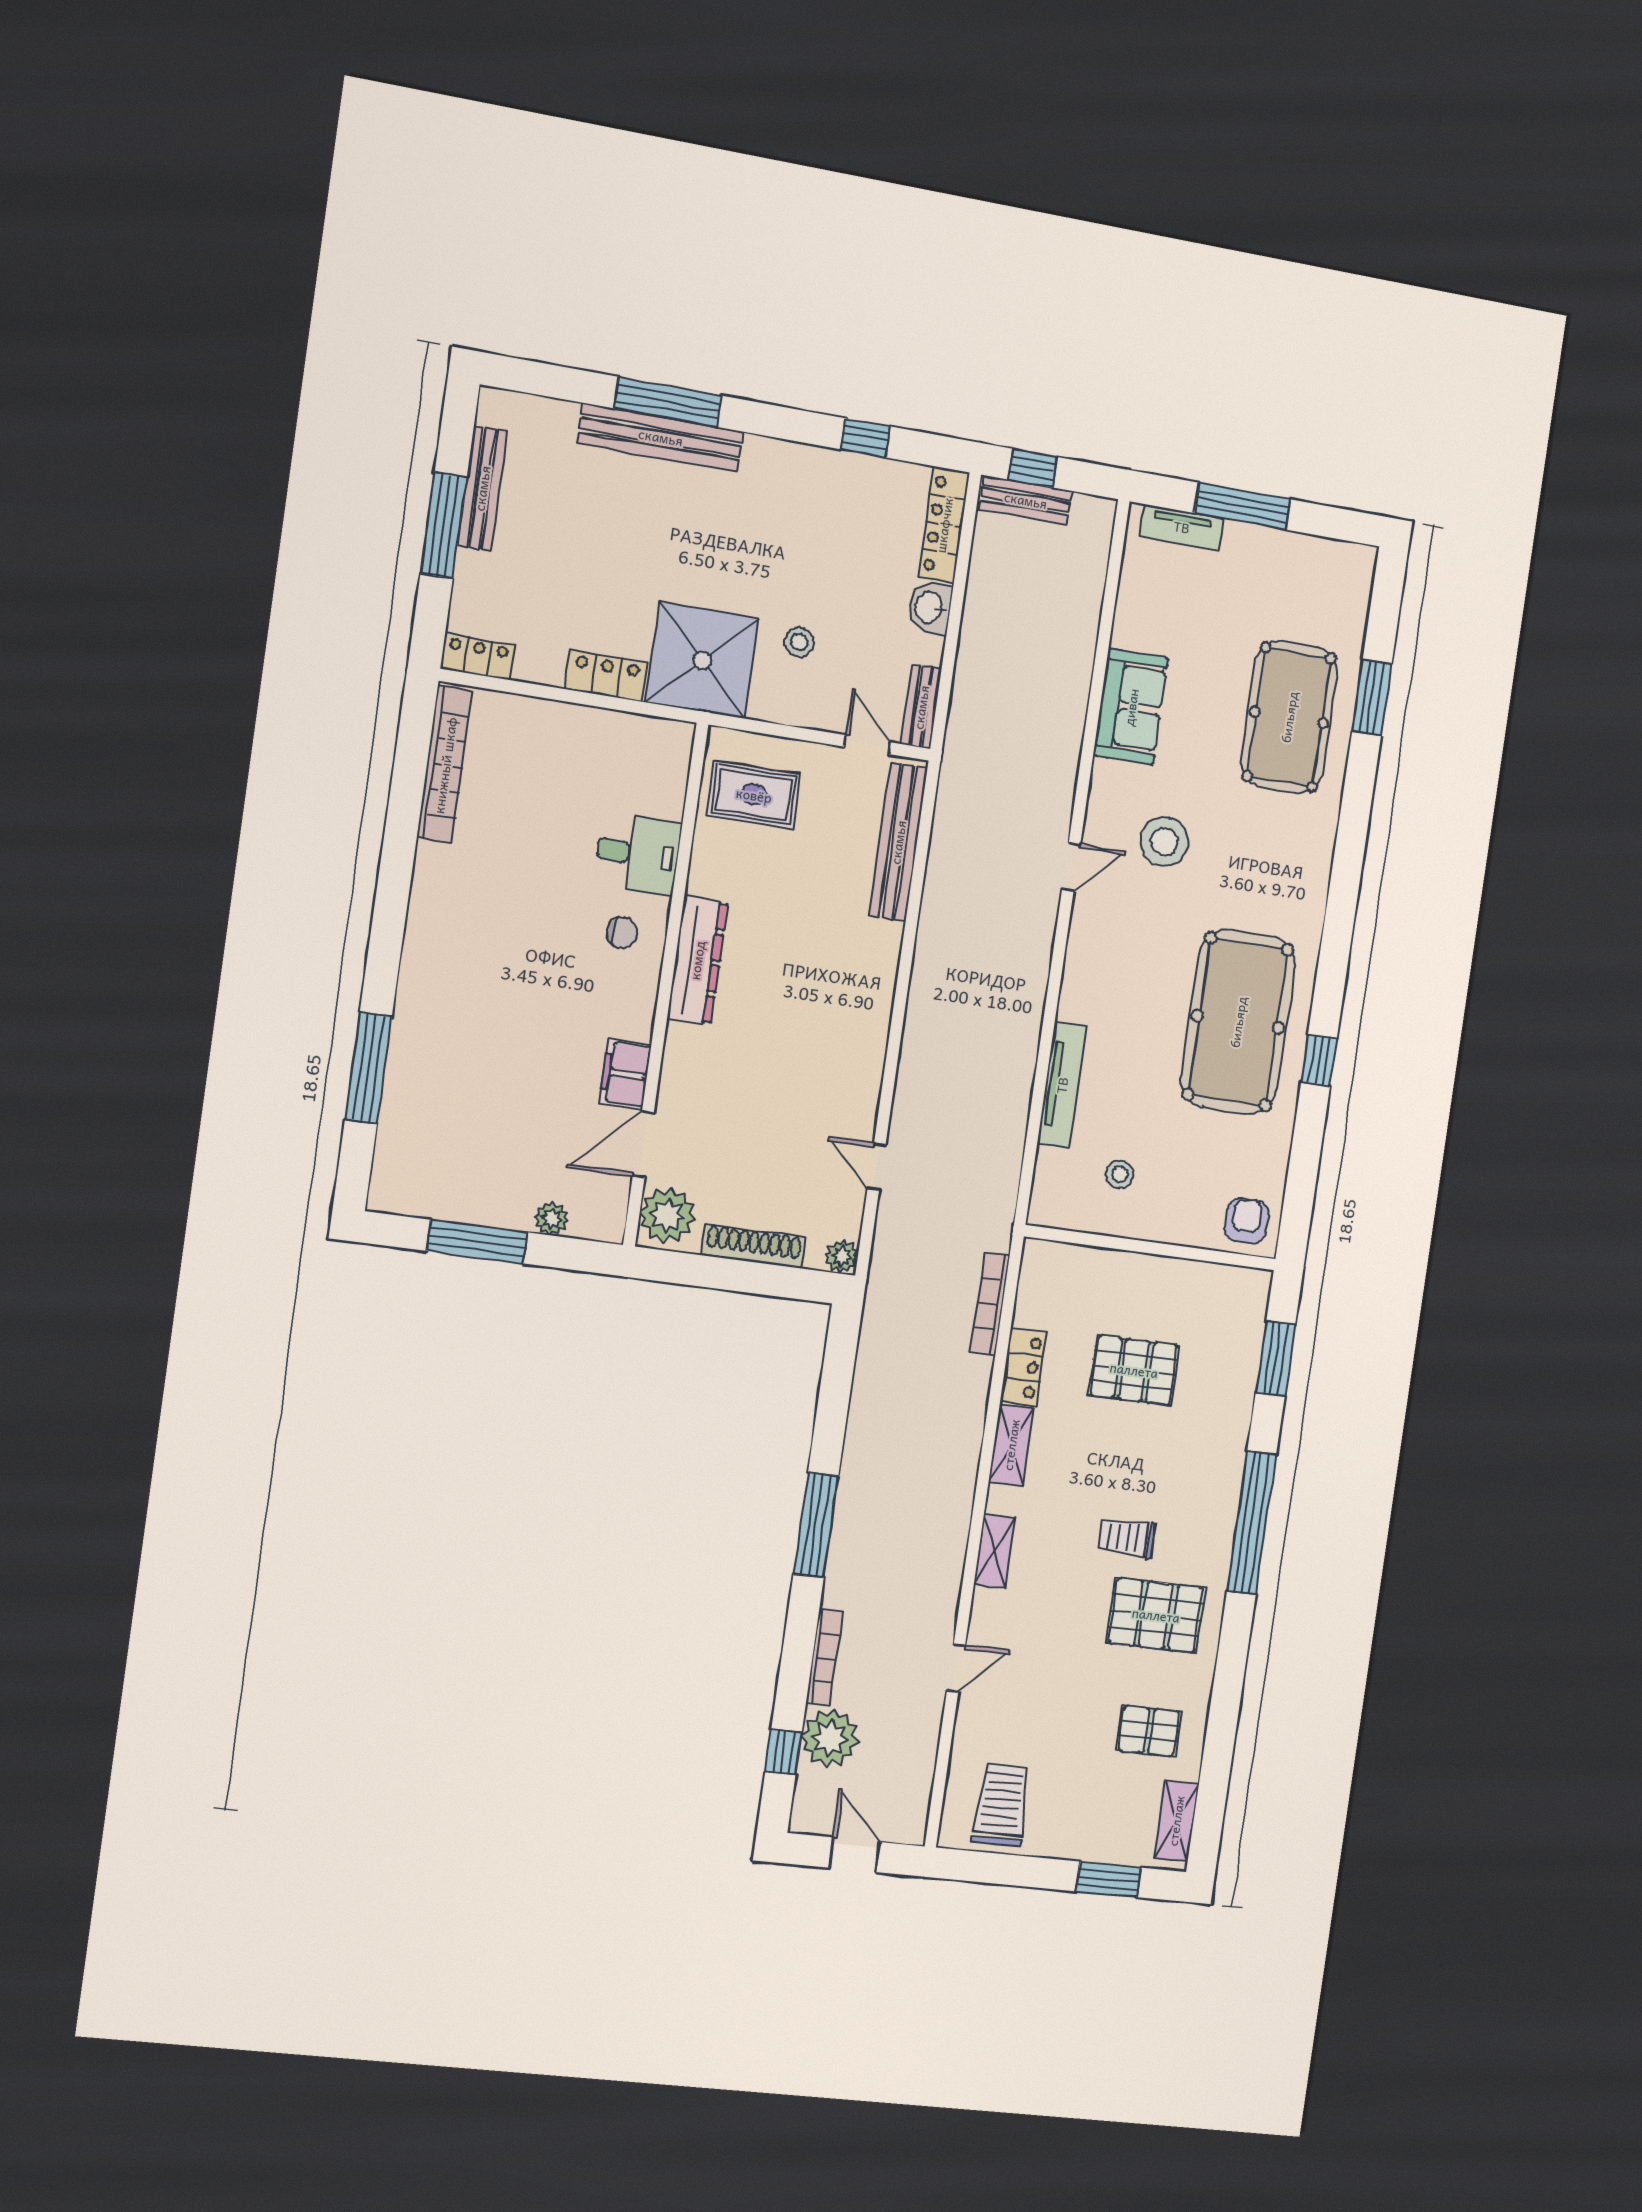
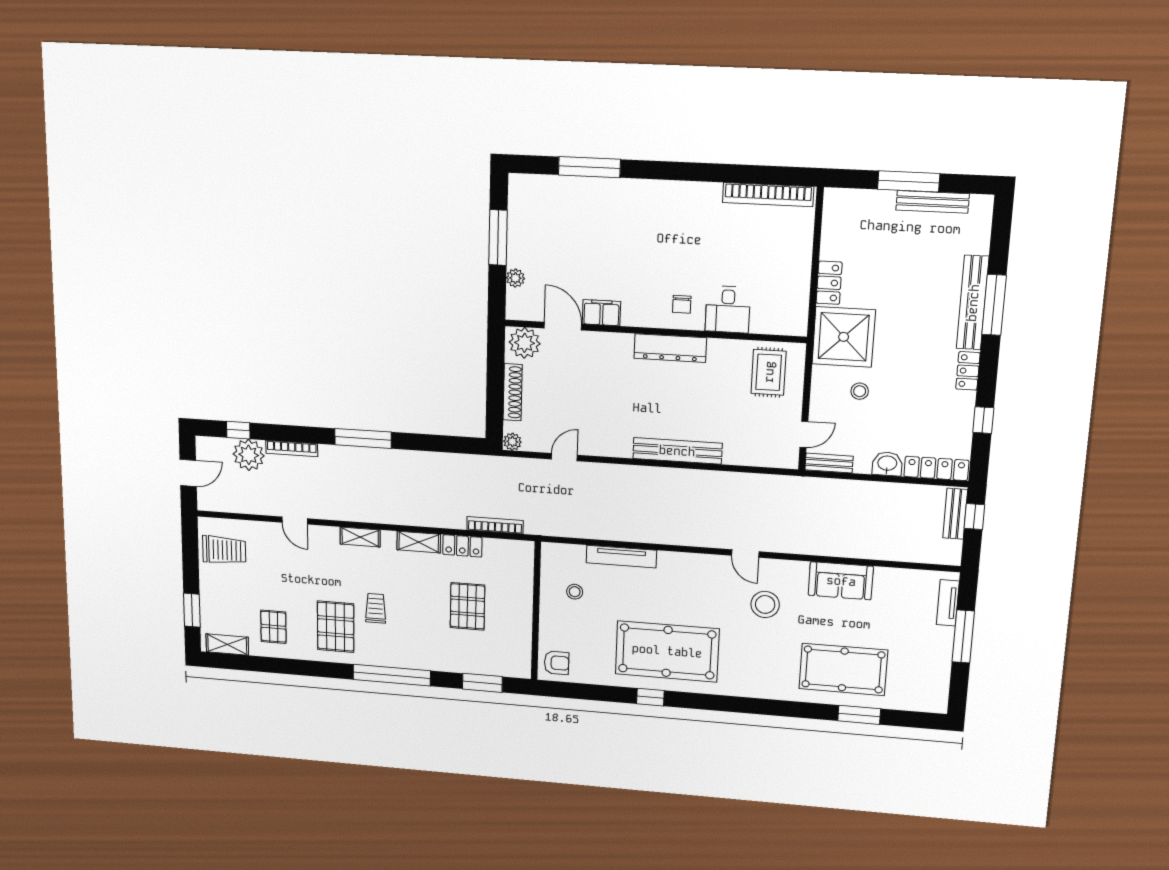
locker: (478, 657) -> (968, 371), moved, turned 180
bench: (898, 842) -> (677, 451), moved

